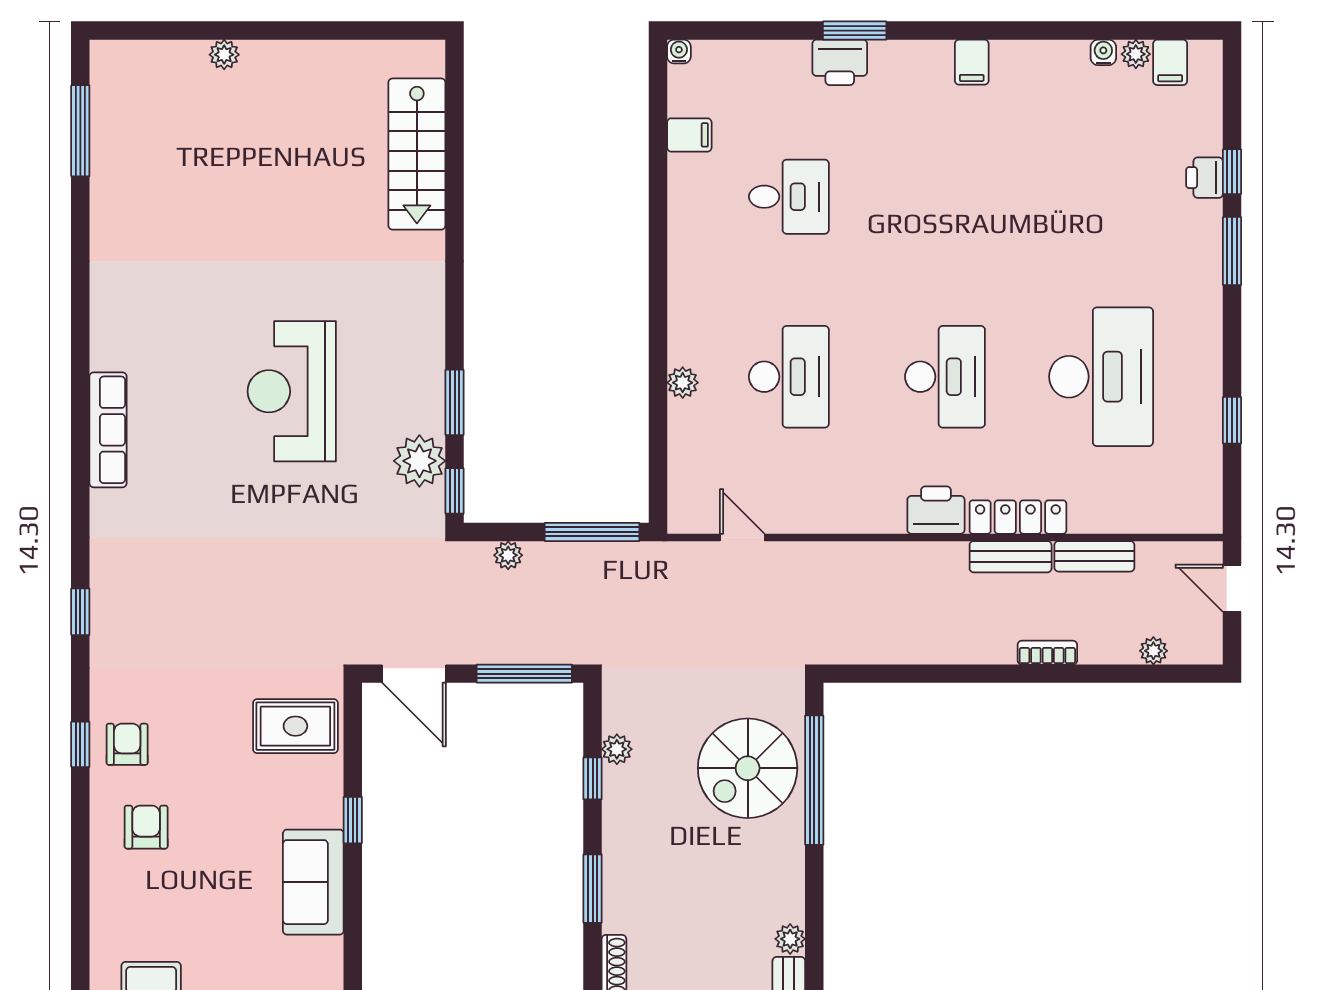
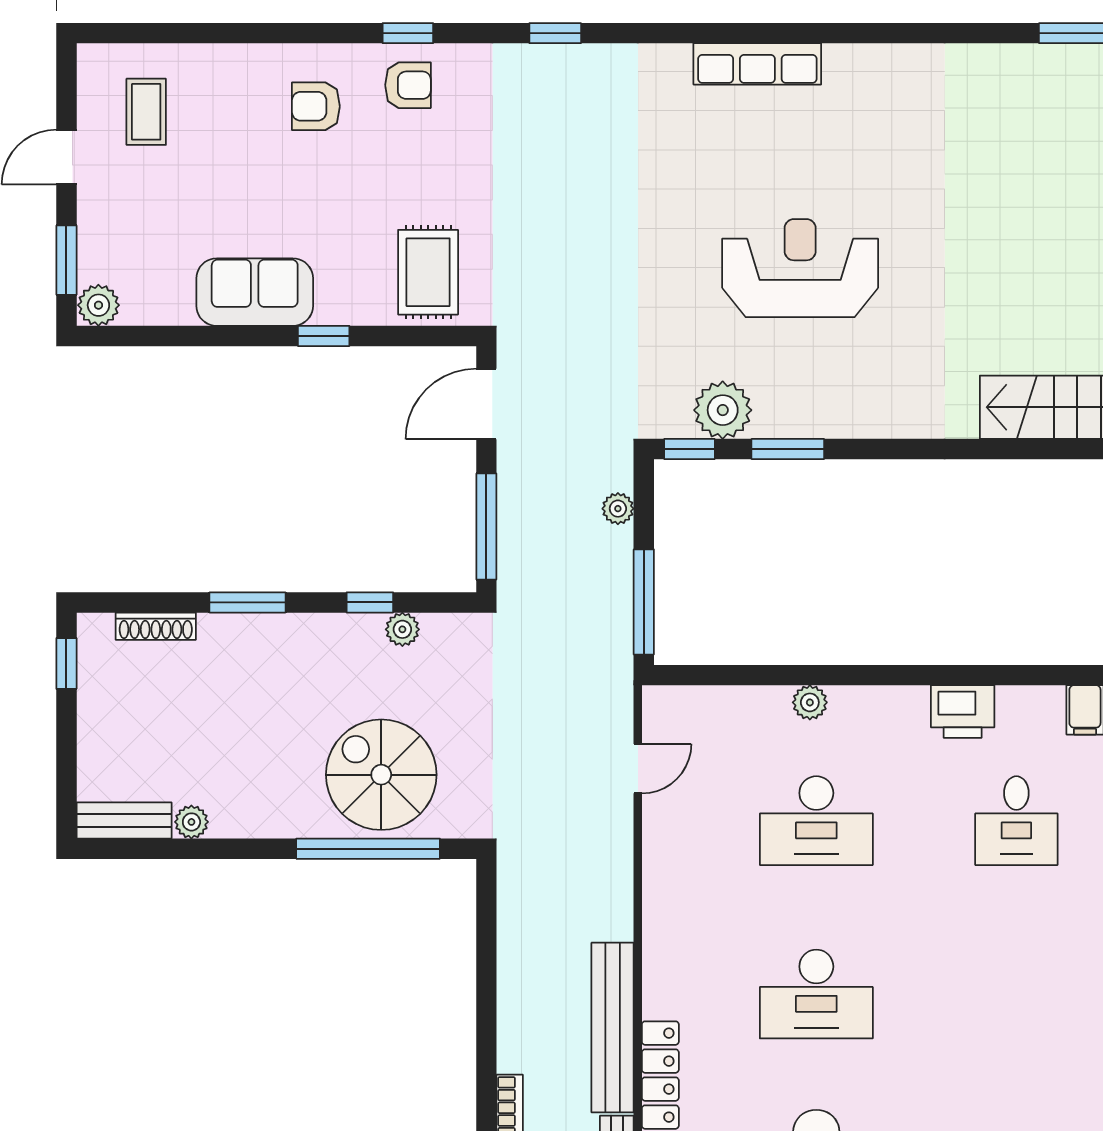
printer: (936, 510) -> (963, 712), moved, turned 90
bench: (1011, 557) -> (613, 1028), width x1.86, depth x1.21
armchair: (146, 827) -> (316, 106), turned 180

